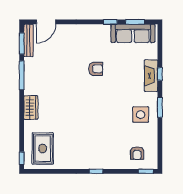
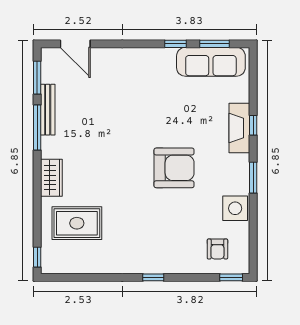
door: (46, 22) -> (75, 44), hinge flipped
bench: (28, 40) -> (48, 110), moved
armchair: (96, 69) -> (174, 168), moved, width x1.88, depth x1.88
side table: (141, 115) -> (235, 208), moved
rug: (43, 149) -> (77, 223), moved, turned 90

